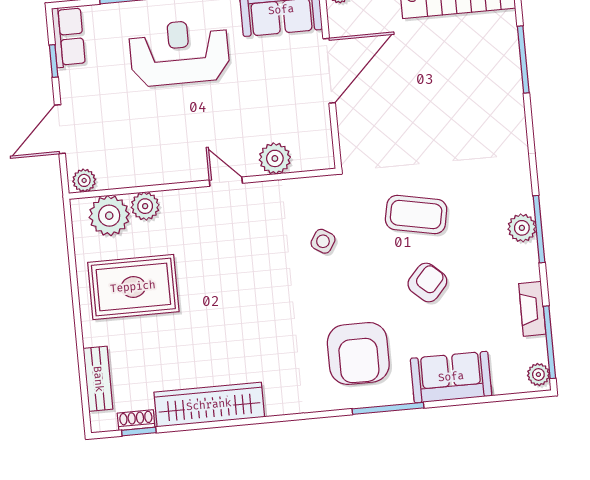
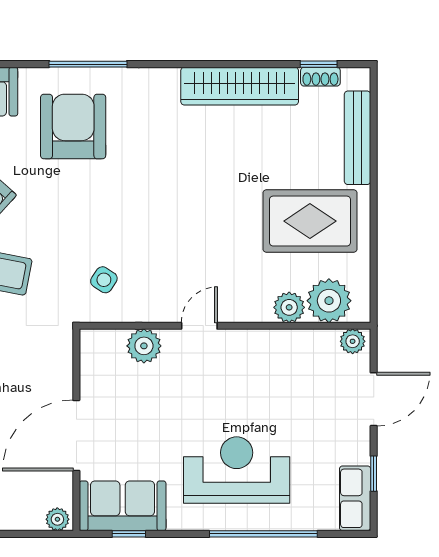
reception desk: (179, 53) -> (237, 470), turned 180
door: (226, 182) -> (199, 326), swing flipped
side table: (323, 241) -> (104, 280), moved
bench: (98, 379) -> (358, 138), width x1.36
window: (388, 408) -> (88, 64), moved

